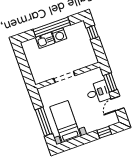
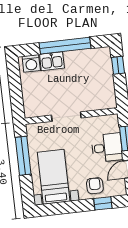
washing machine: (59, 35) -> (31, 63), moved
armchair: (96, 121) -> (95, 186), added
window: (44, 122) -> (23, 156), moved

